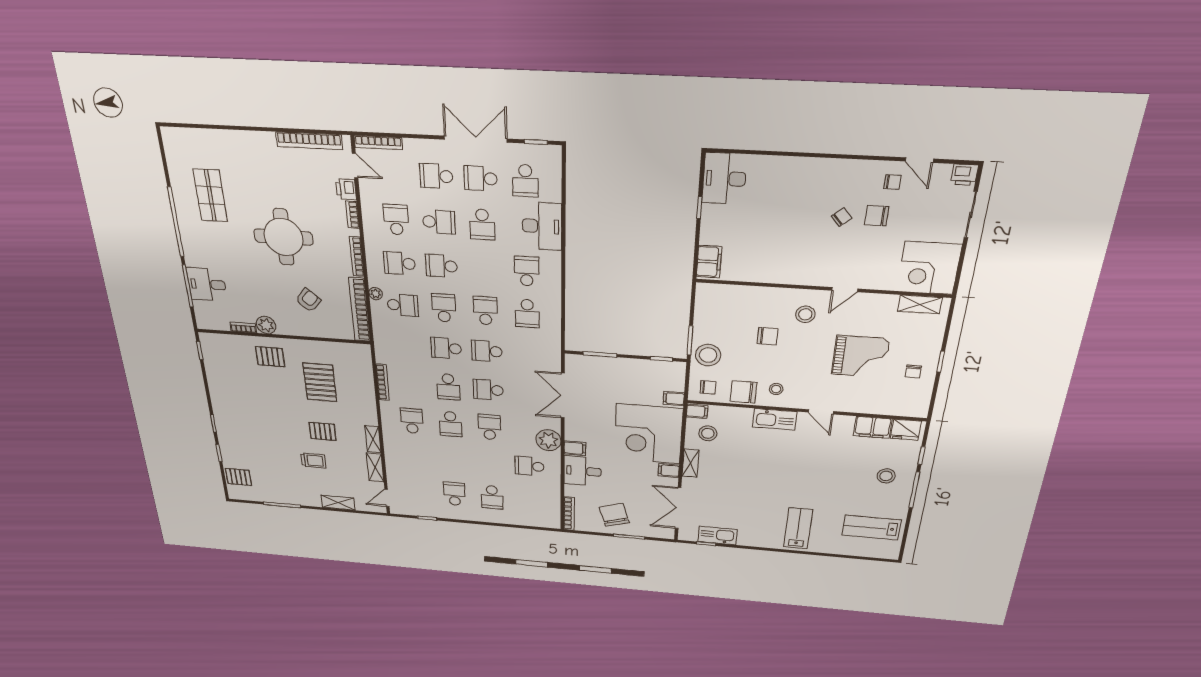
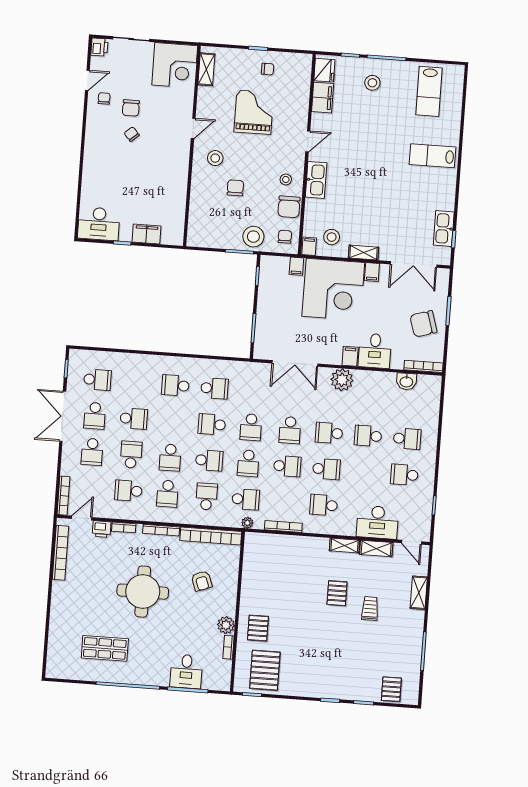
desk: (542, 226) -> (377, 522), moved, turned 180
filing cabinet: (709, 262) -> (147, 234), moved
door: (845, 290) -> (193, 128), hinge flipped
plant: (376, 294) -> (247, 523), moved
armchair: (308, 300) -> (202, 581), turned -150
school desk: (444, 308) -> (209, 460), turned 180
school desk: (406, 345) -> (246, 499), added
pallet: (320, 382) -> (265, 670), moved, turned 90
school desk: (529, 466) -> (368, 436), moved, turned 90
washbasin: (552, 498) -> (406, 381), added

